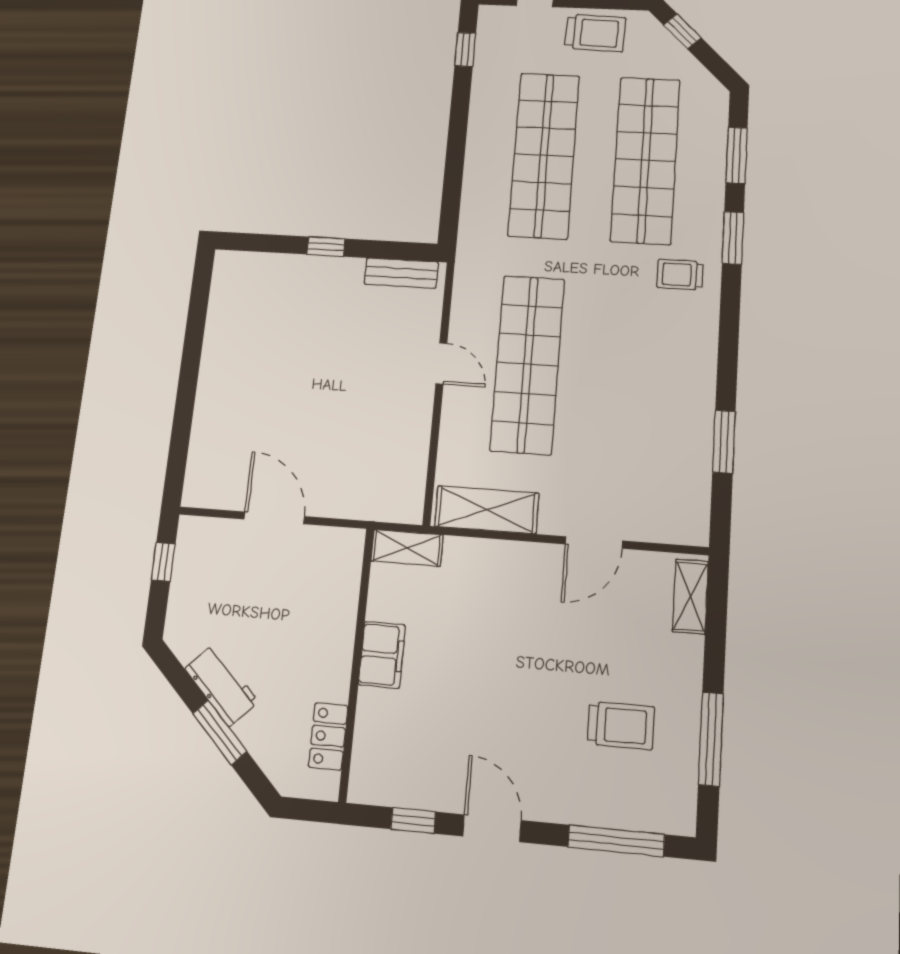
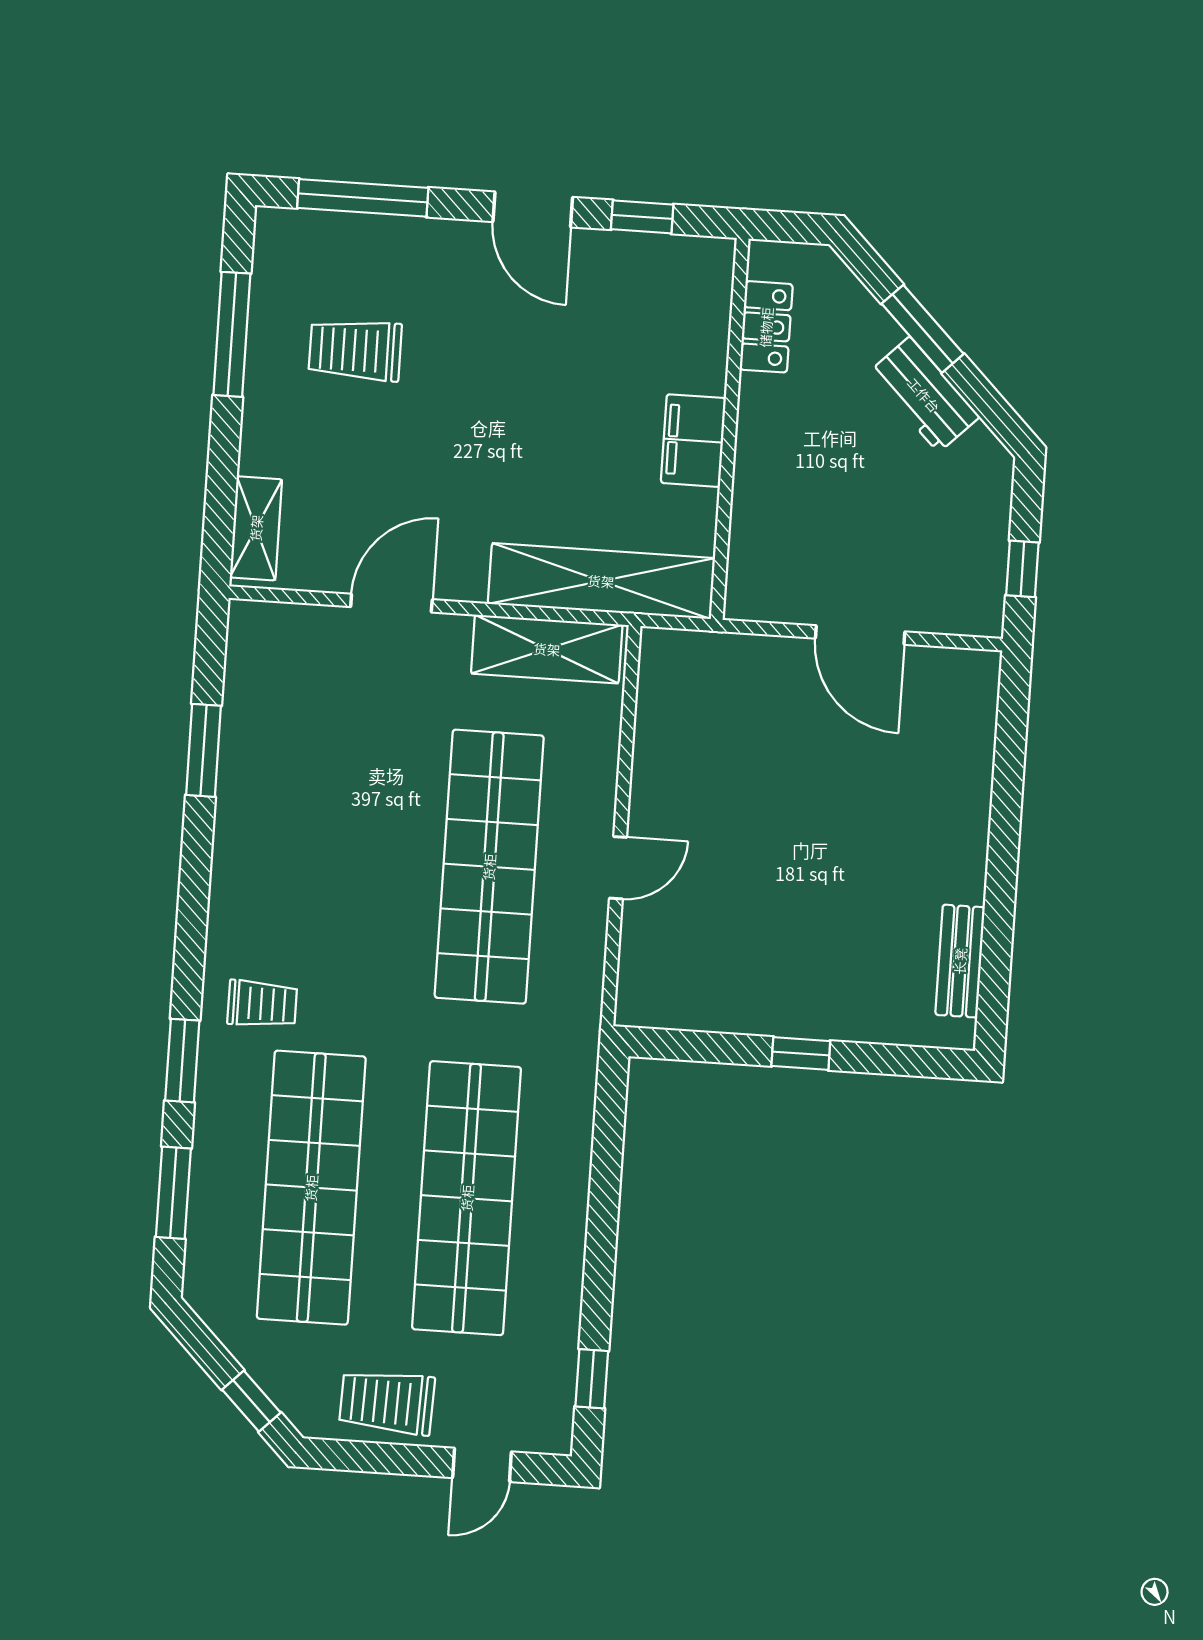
bench: (401, 273) -> (960, 961), moved, turned 90
door: (441, 364) -> (618, 868), swing flipped
shelving: (407, 548) -> (601, 581), width x2.20, depth x1.33

